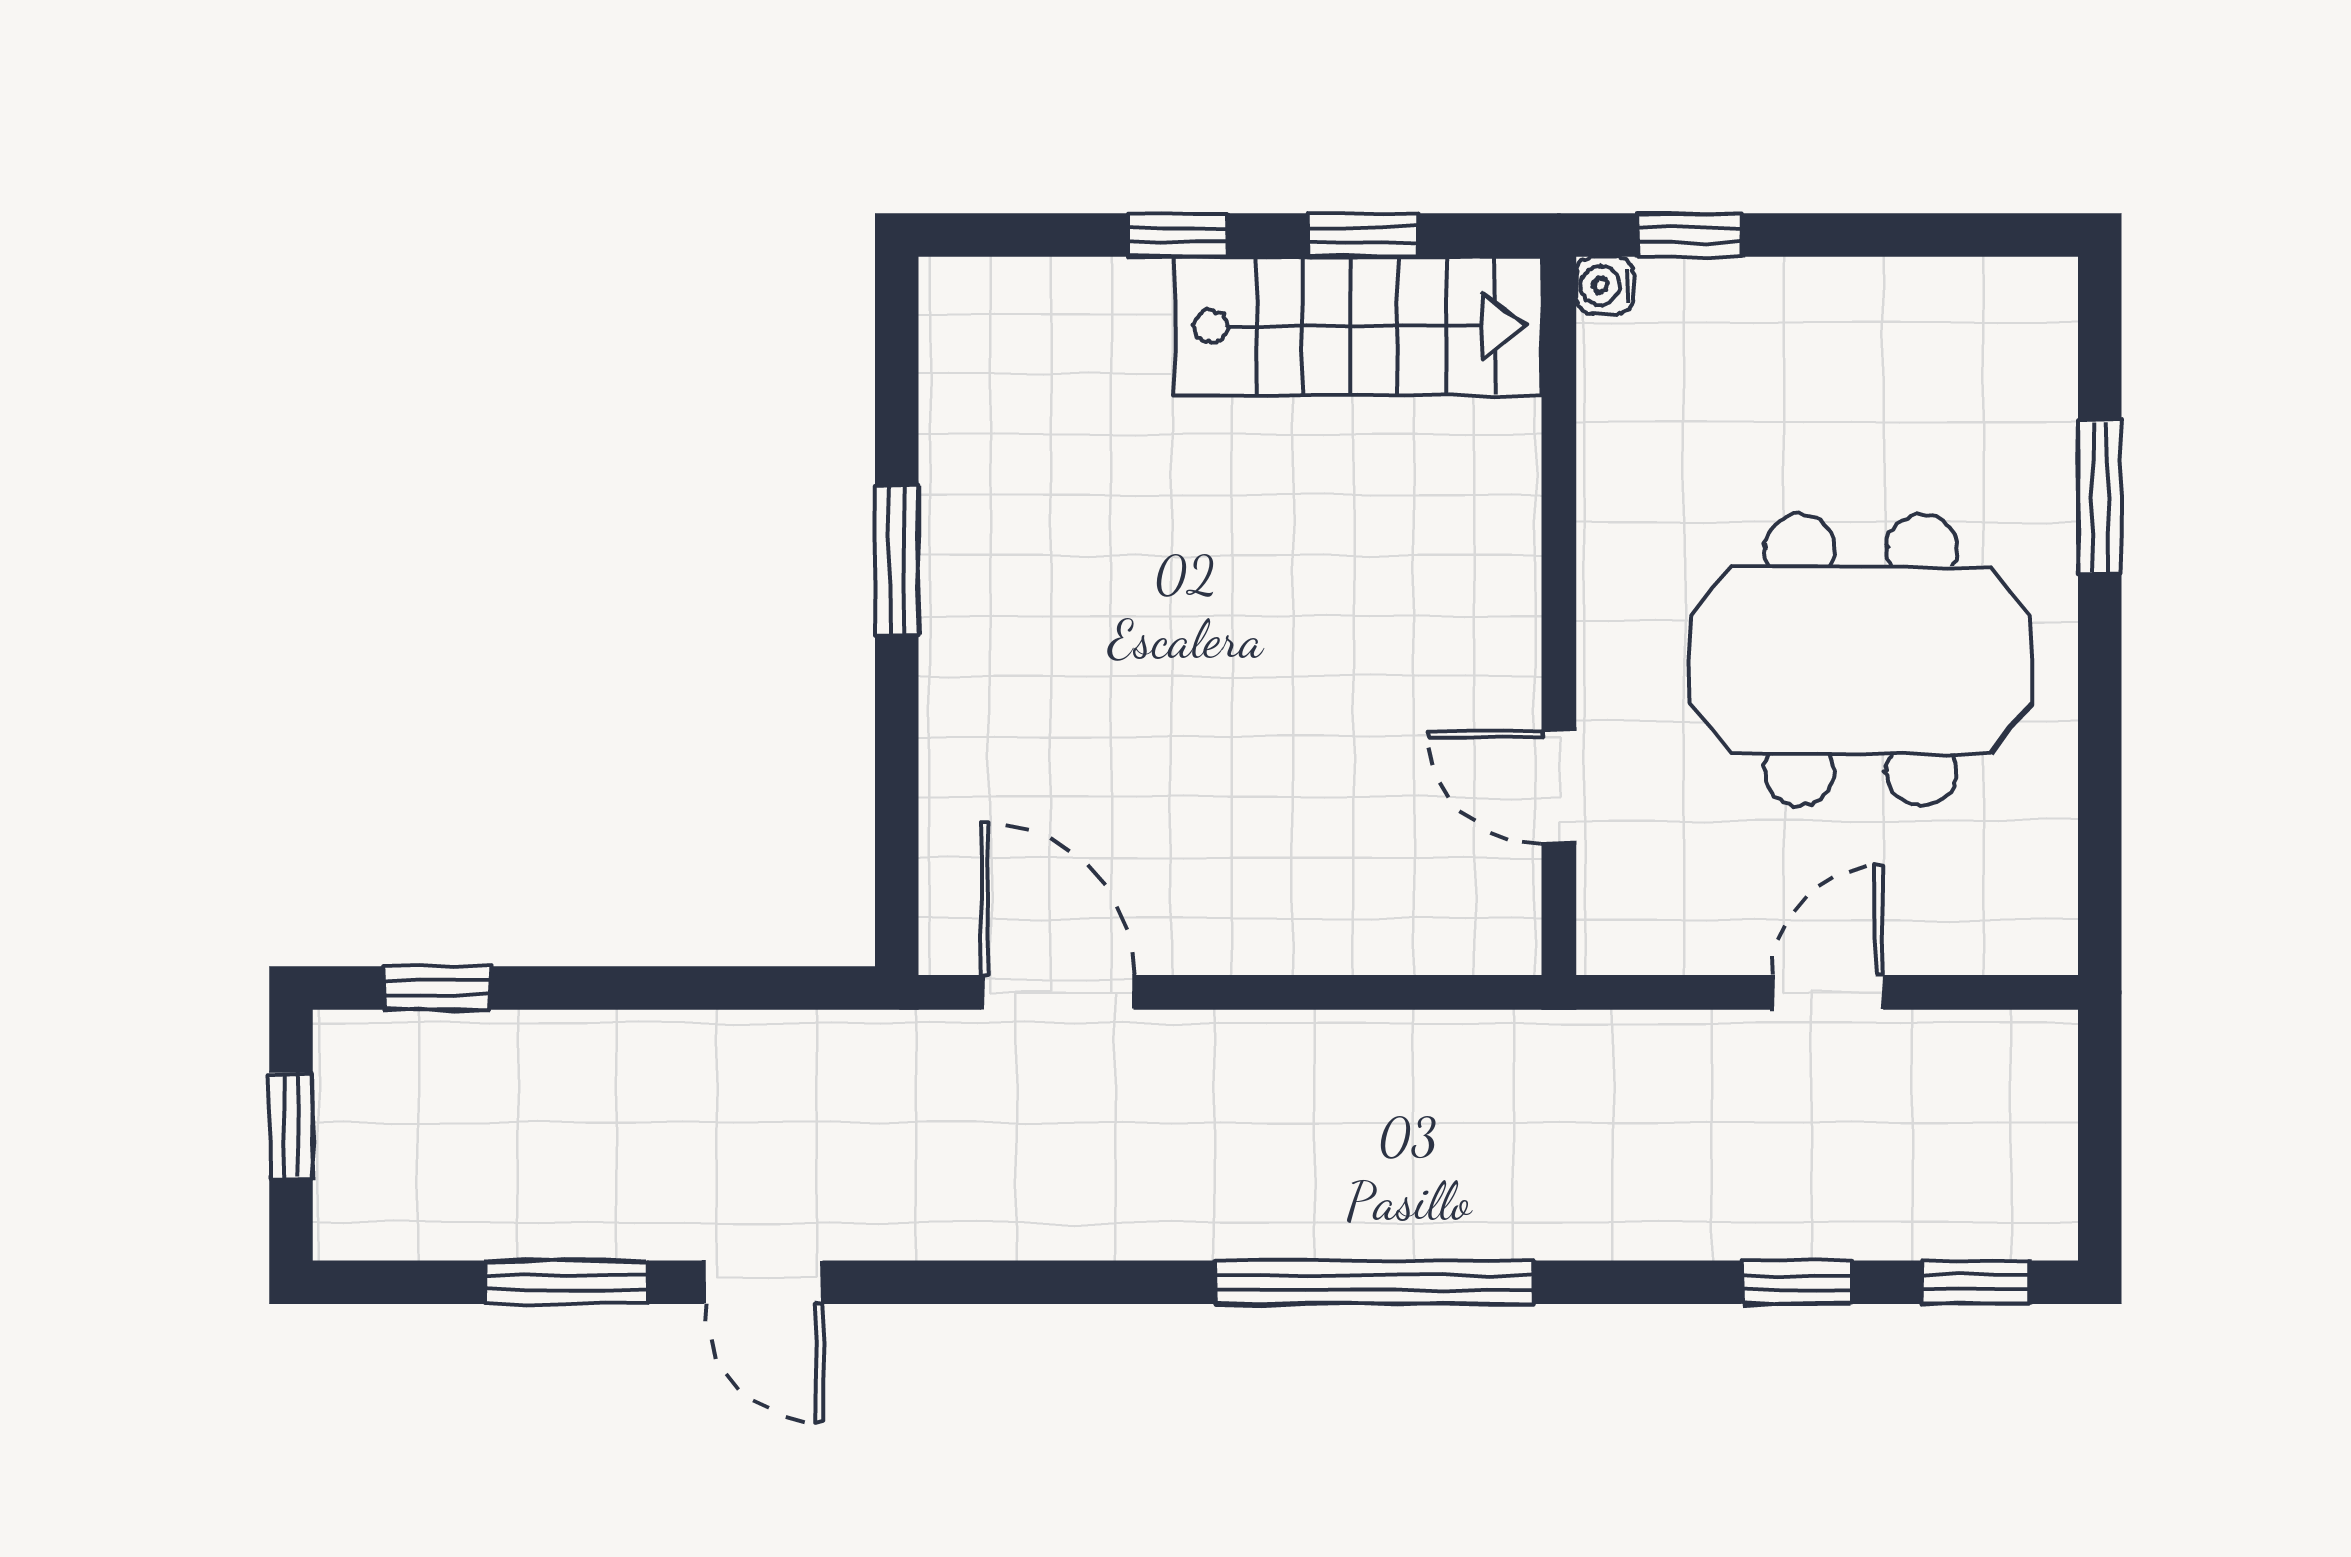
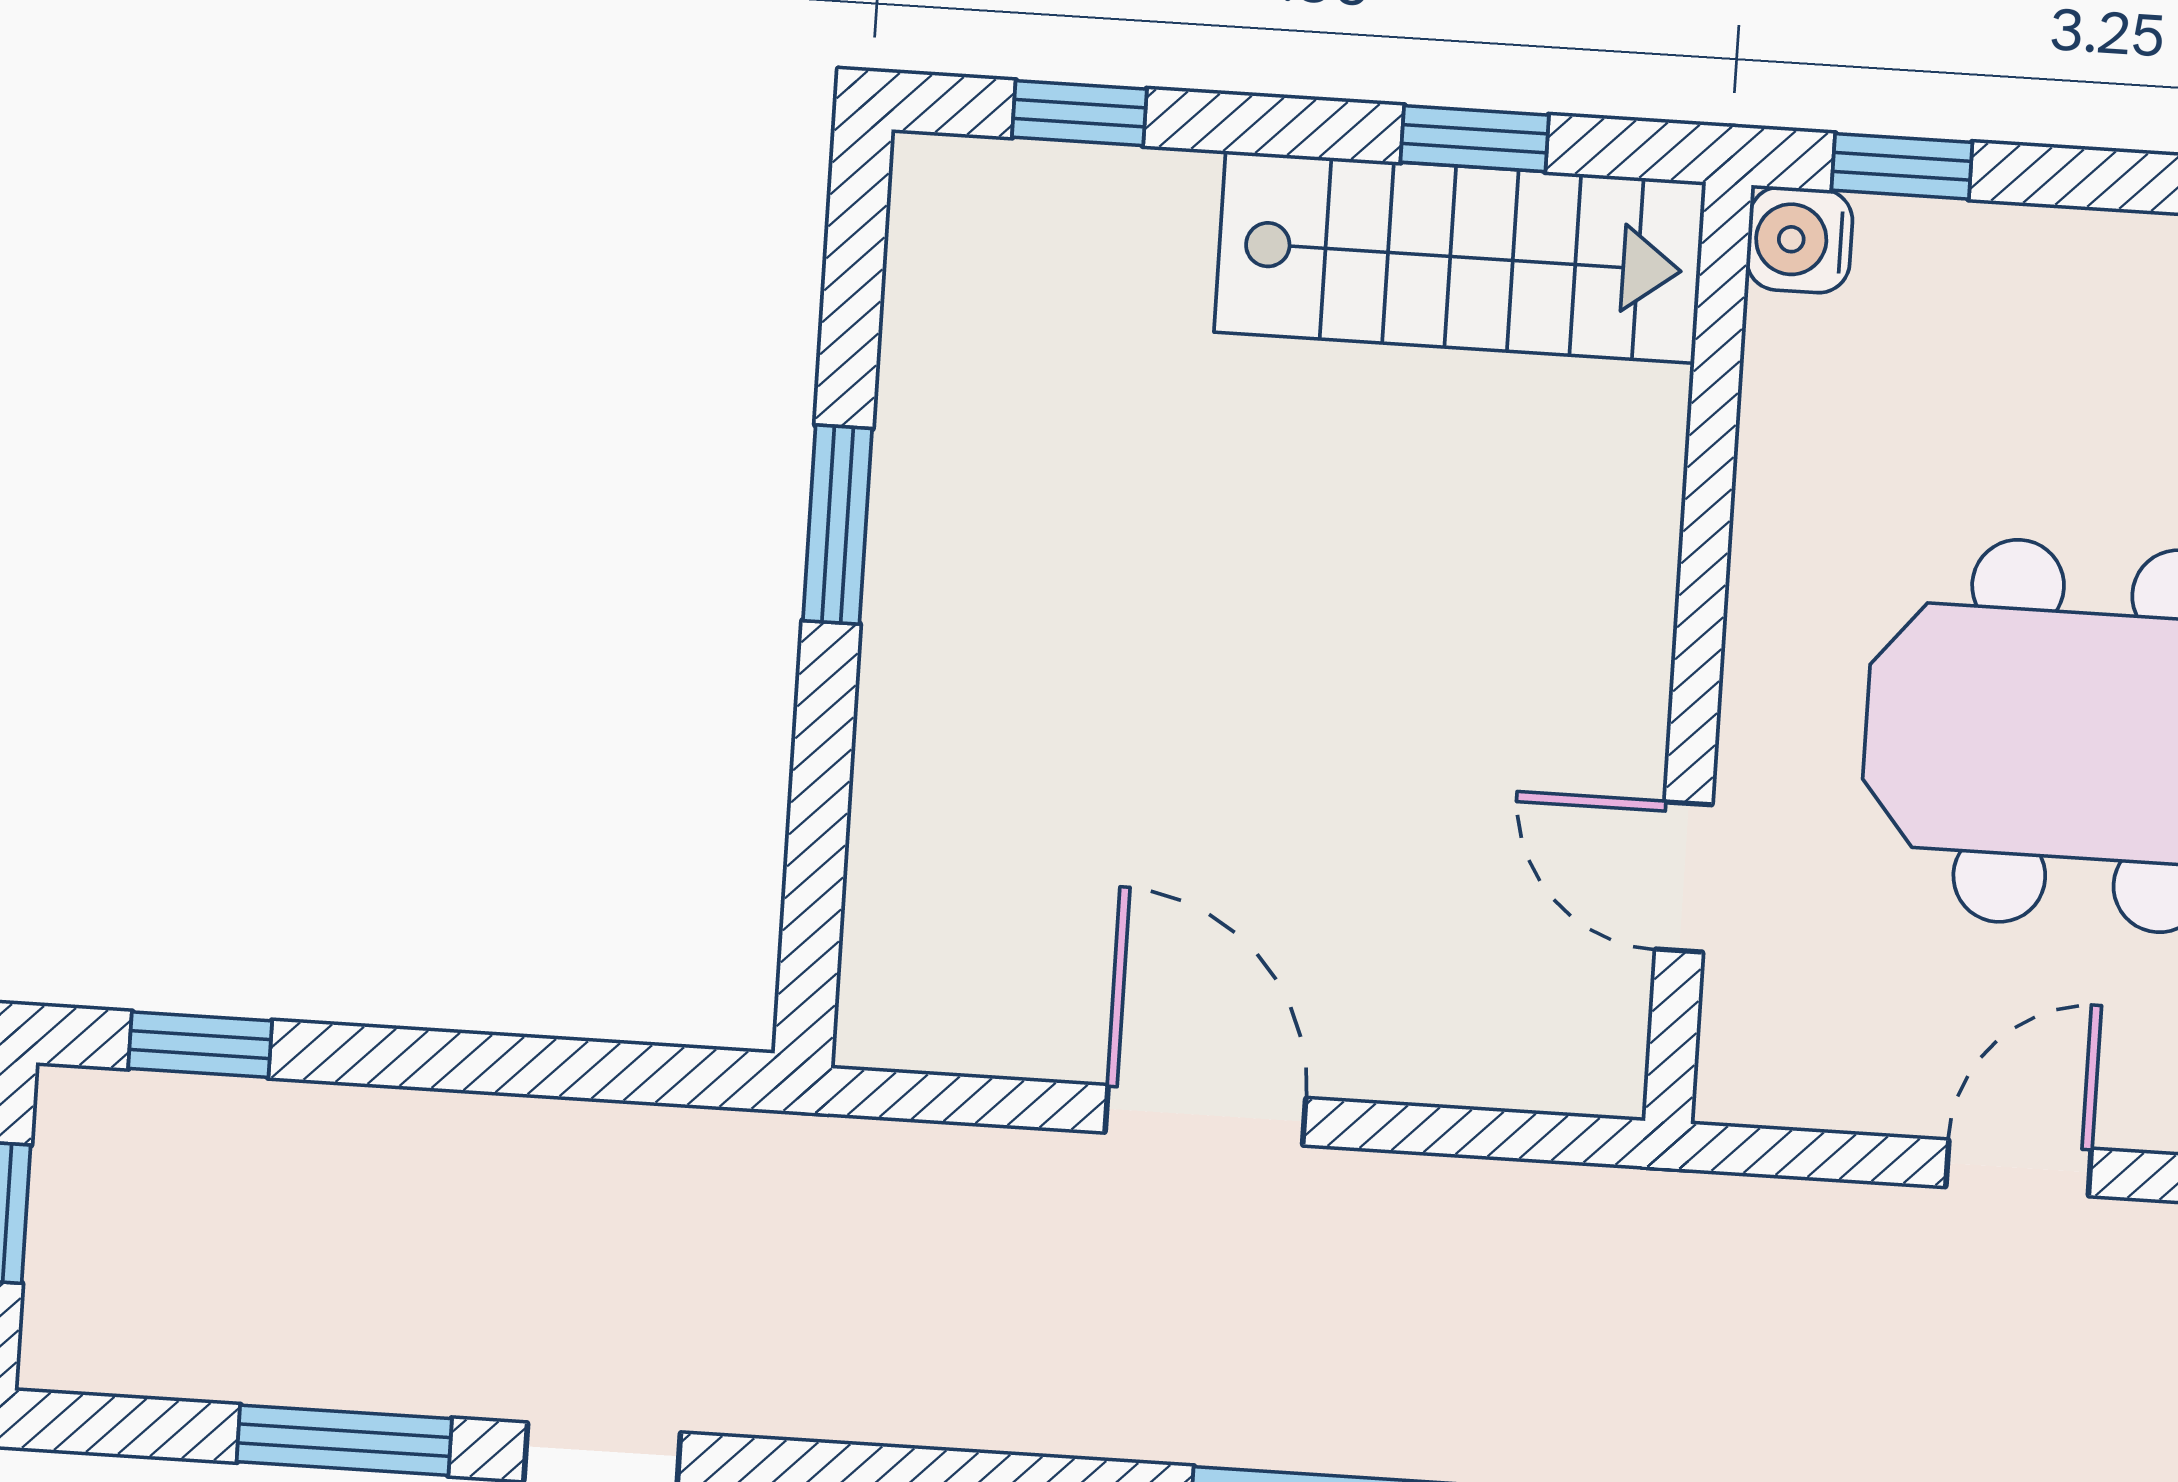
window: (1178, 235) -> (1079, 113), moved
water cooler: (1605, 285) -> (1799, 240), width x1.38, depth x1.38
door: (1057, 992) -> (1205, 1115), moved

